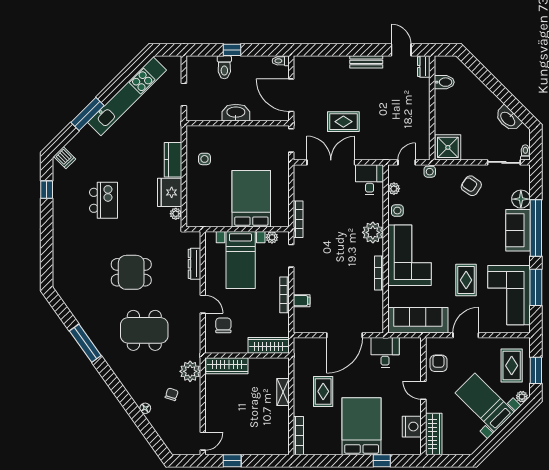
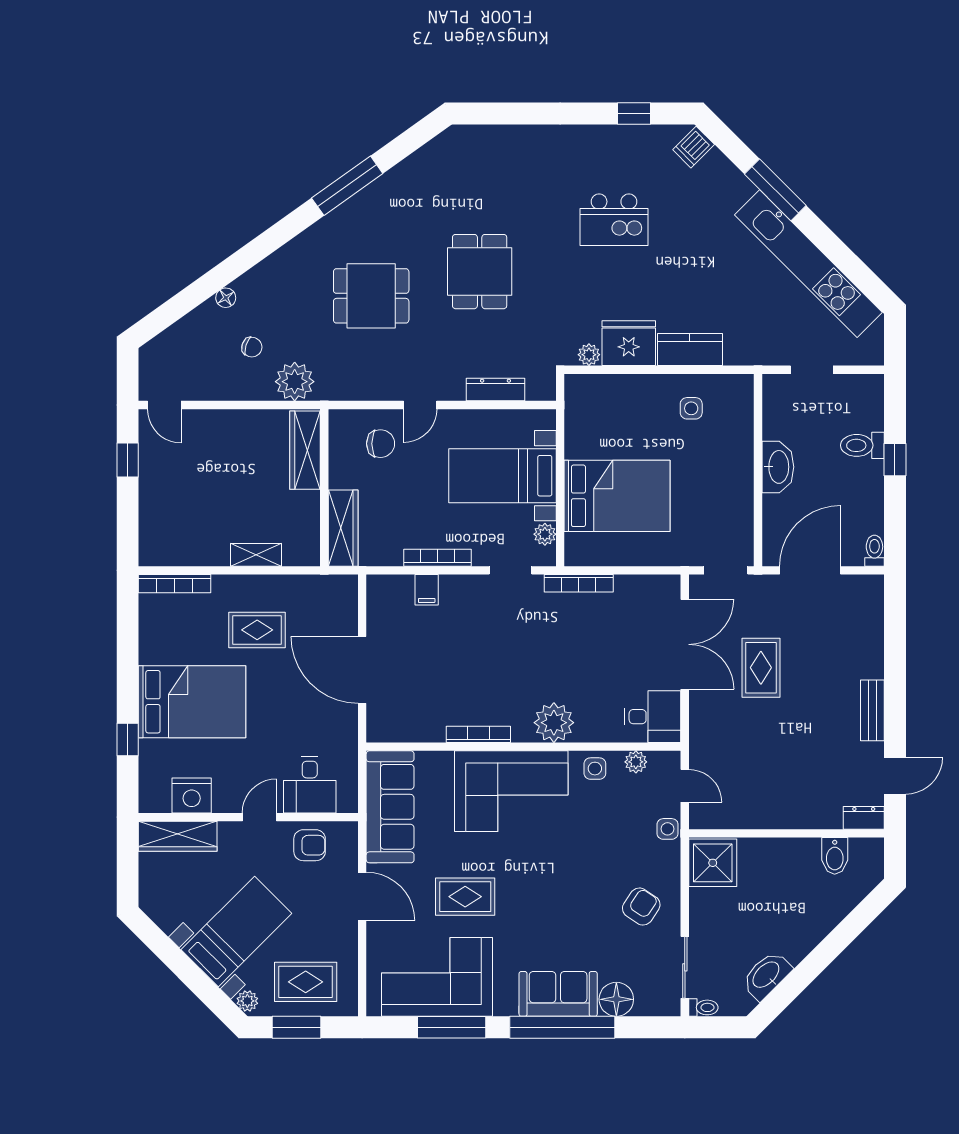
dining table: (144, 330) -> (371, 296), width x0.73
desk: (385, 352) -> (310, 785), moved, turned 90

